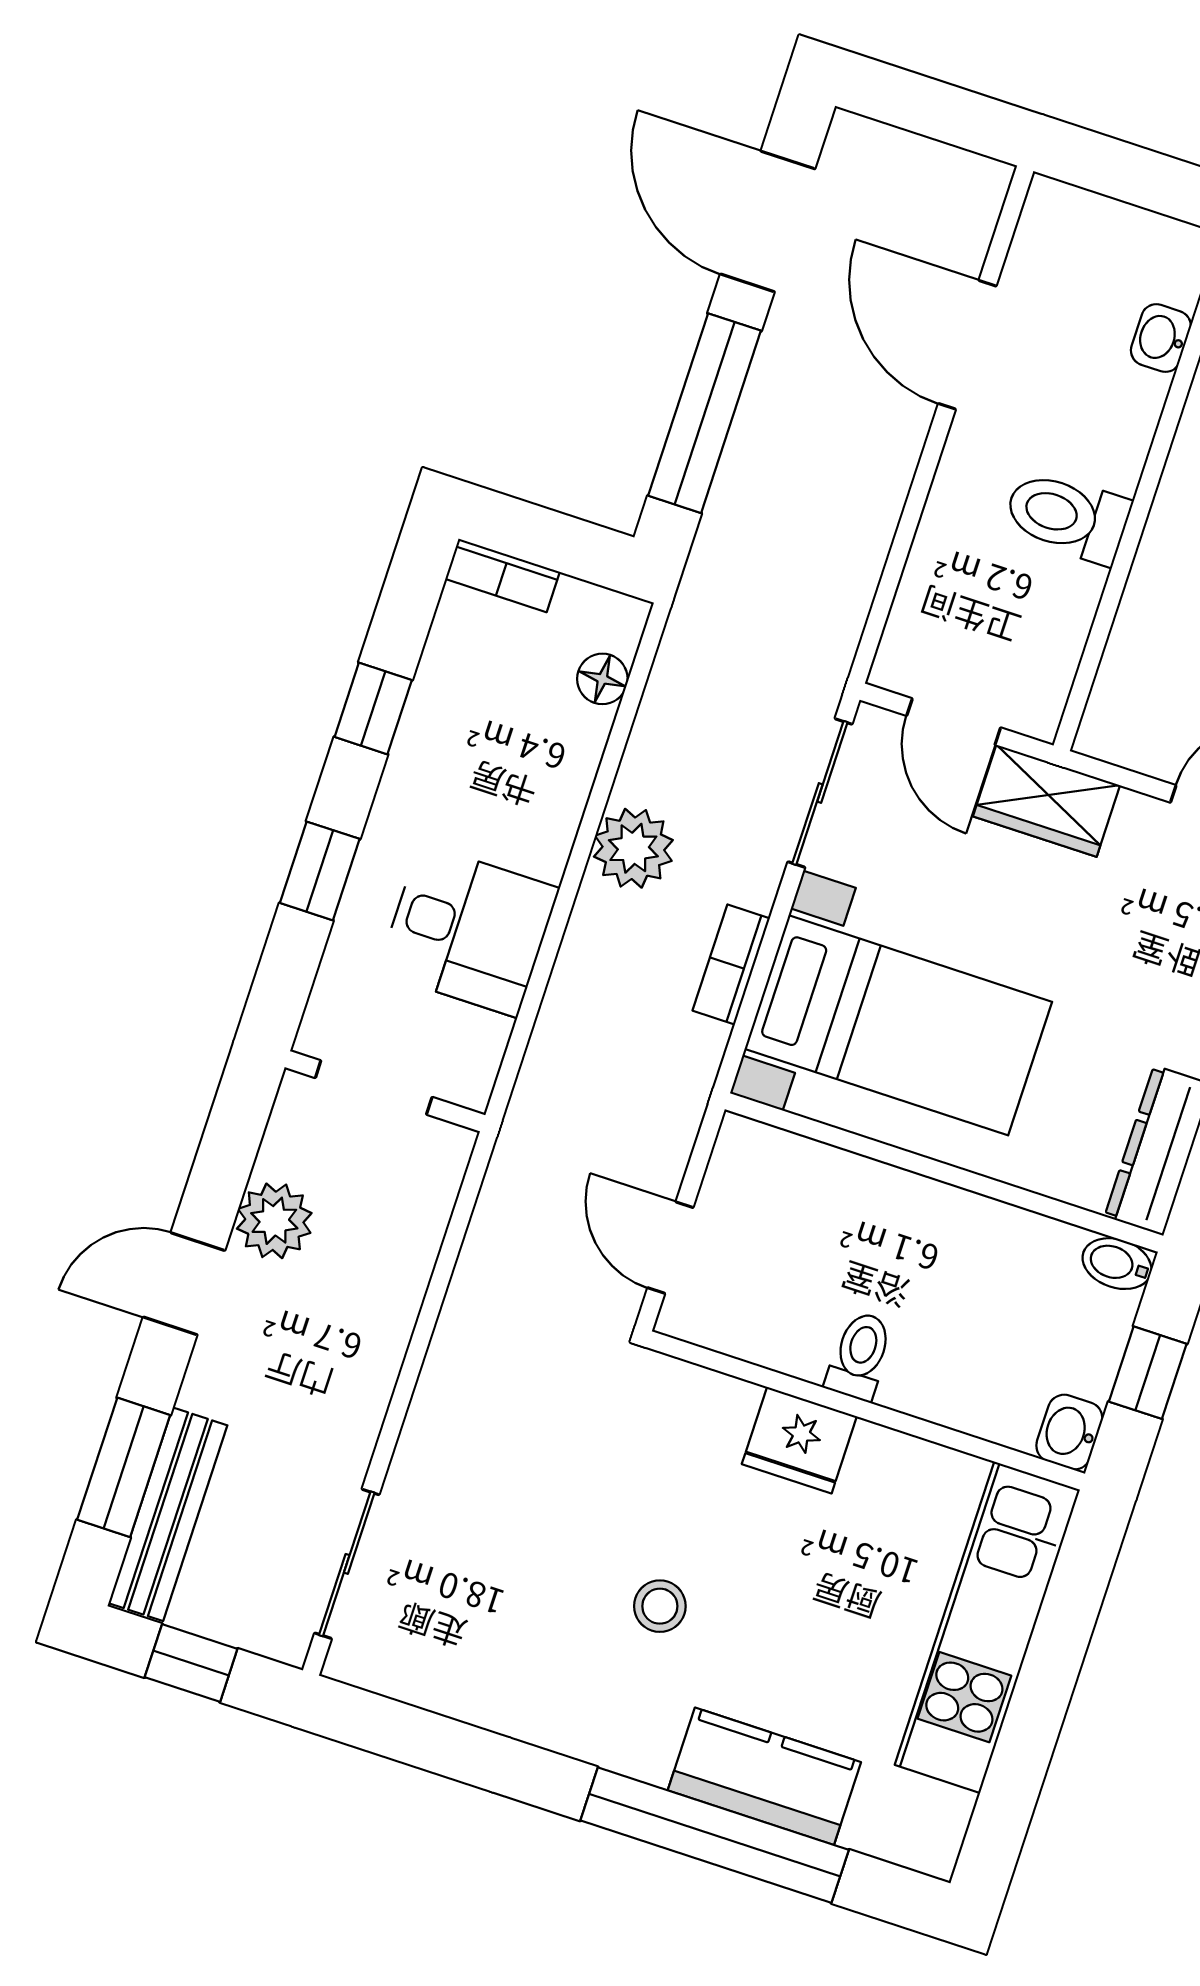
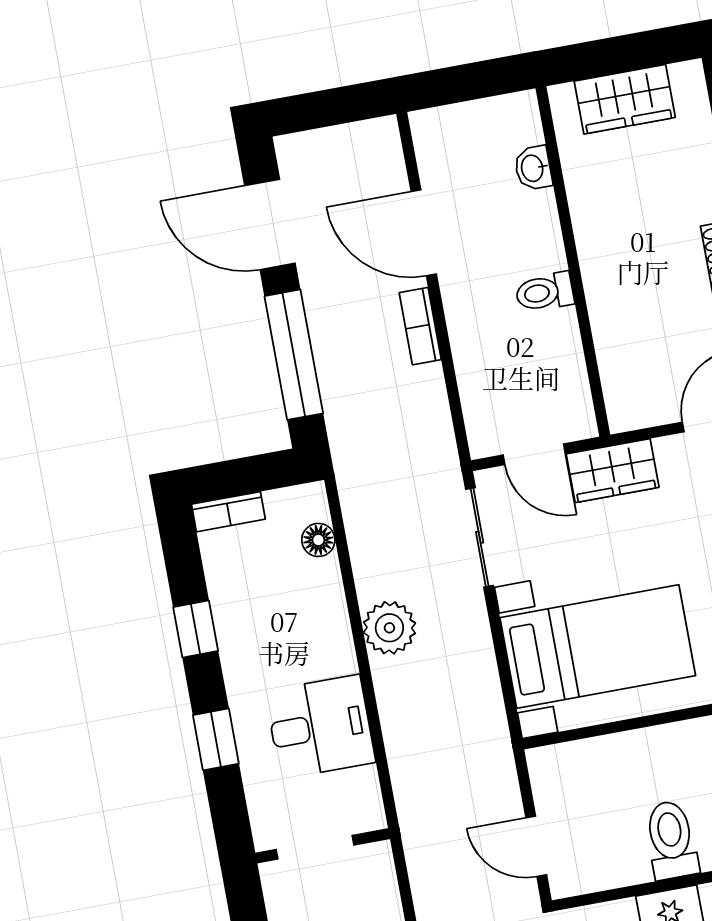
toilet: (1067, 516) -> (545, 292), width x0.73, depth x0.72
bookcase: (731, 964) -> (420, 326), moved
toilet: (860, 1356) -> (671, 840), width x1.37, depth x1.39

